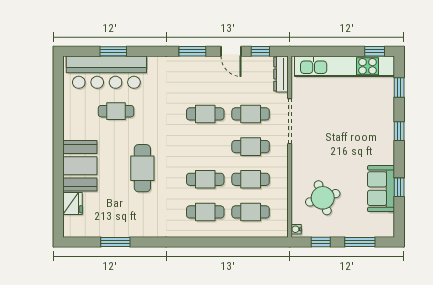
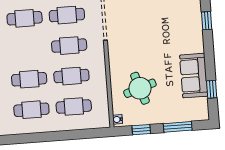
window: (399, 187) -> (212, 89), moved

